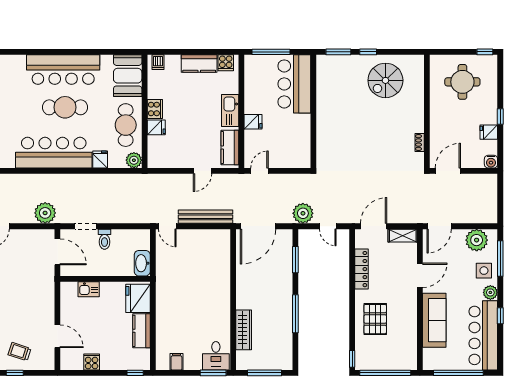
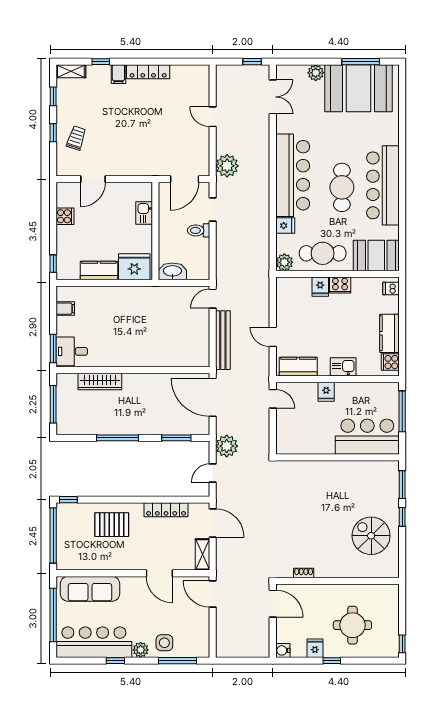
round table: (462, 82) -> (352, 625), moved
kitchen sink: (230, 110) -> (343, 367), width x0.73
plant: (477, 240) -> (198, 635), removed
sofa: (434, 320) -> (90, 589), moved

